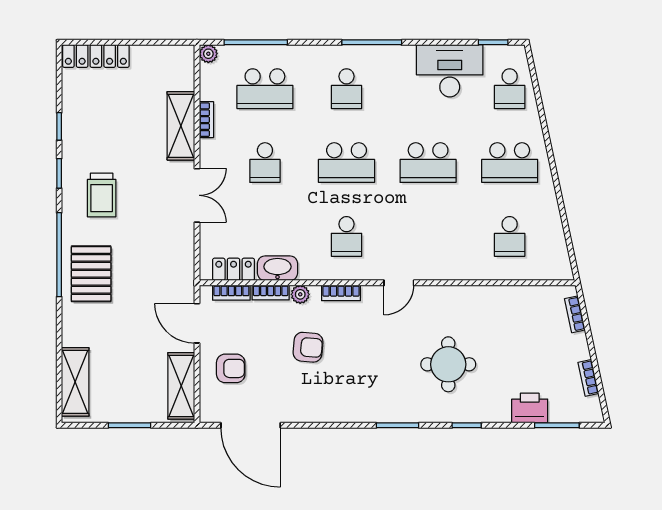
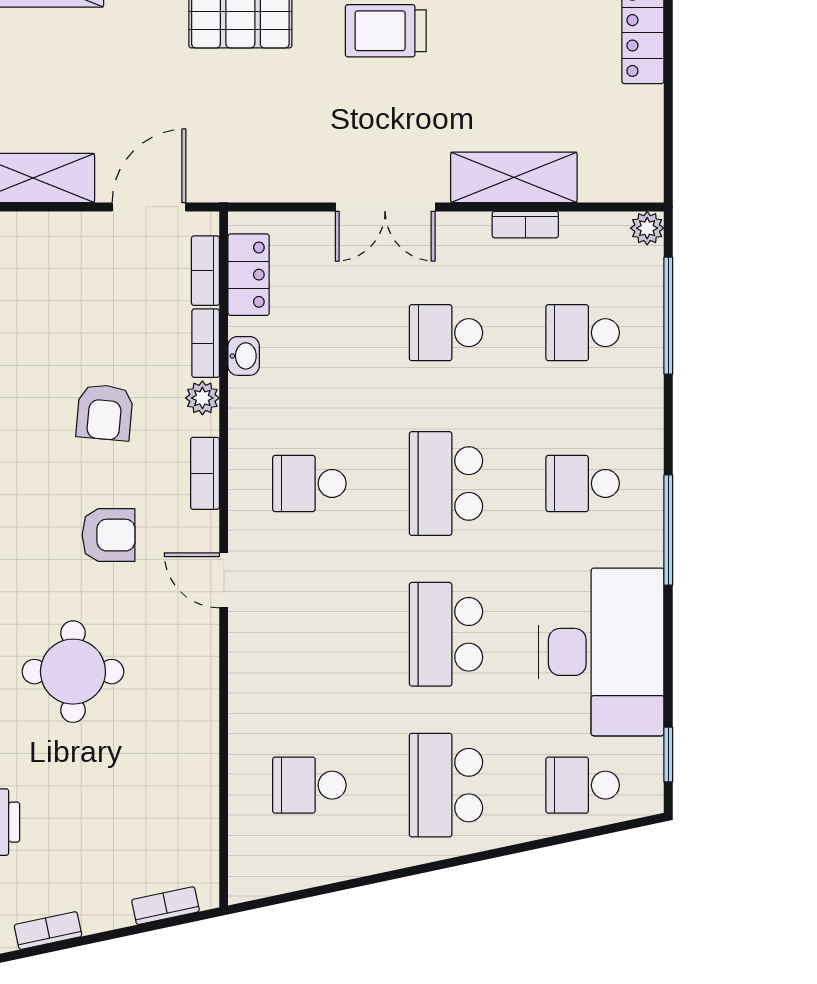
desk: (450, 71) -> (601, 652), width x1.36, depth x1.30
school desk: (265, 89) -> (583, 333), width x0.54
washbasin: (278, 268) -> (244, 356), width x0.52, depth x0.69
armchair: (231, 368) -> (109, 535), moved, turned -90

